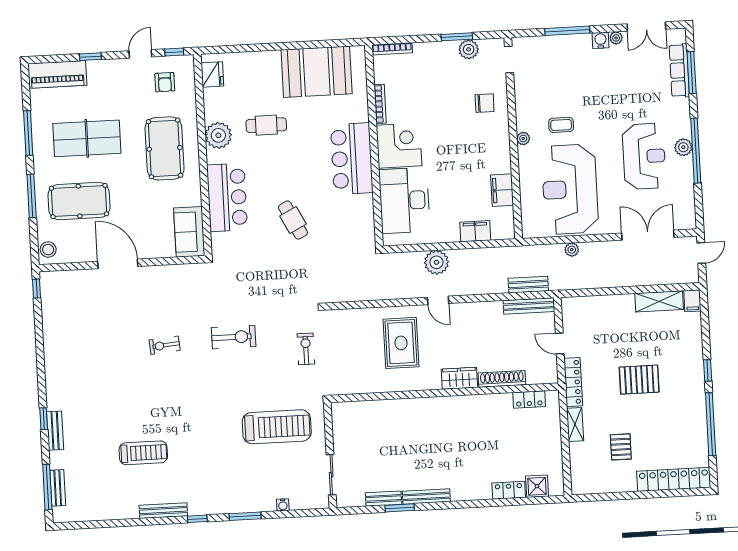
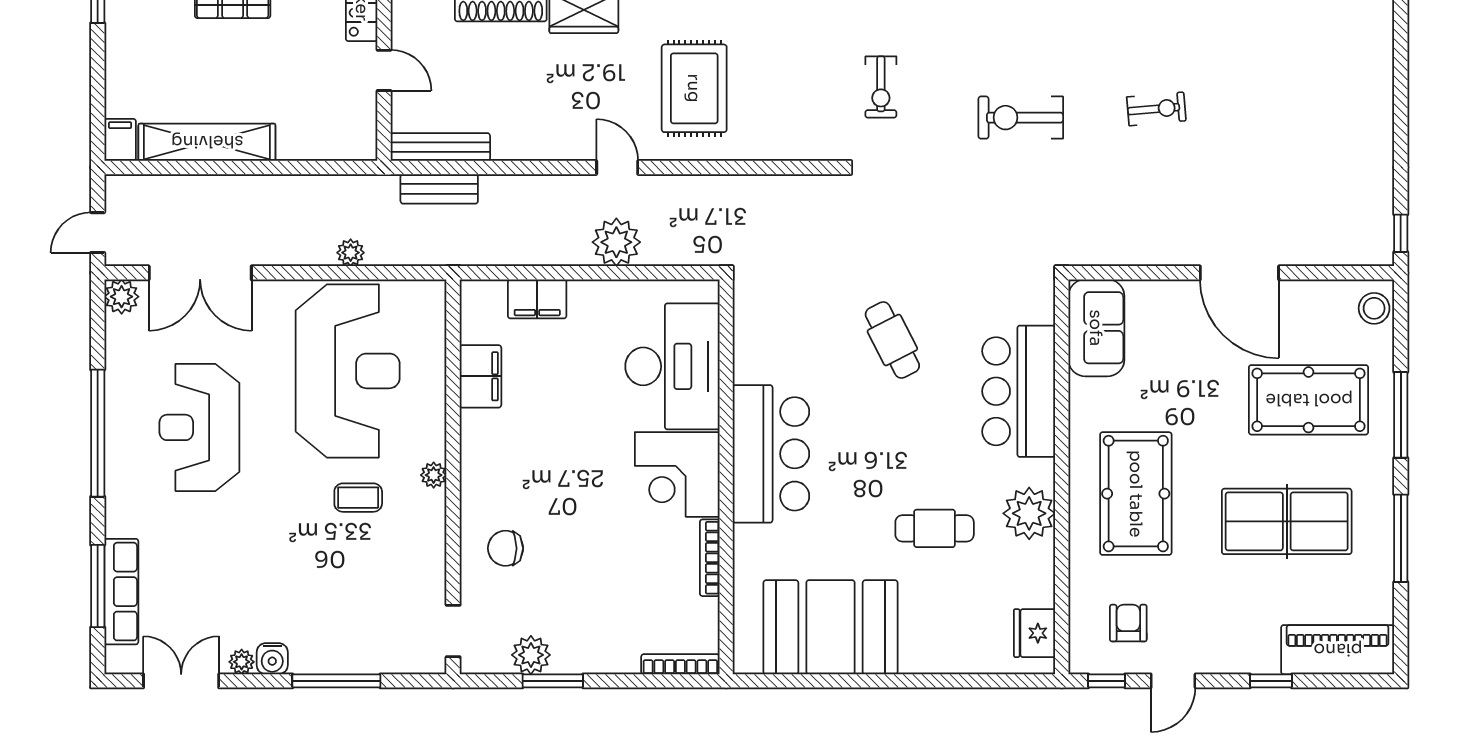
plant: (683, 147) -> (122, 297), moved
shelving: (659, 301) -> (207, 142), width x1.47

